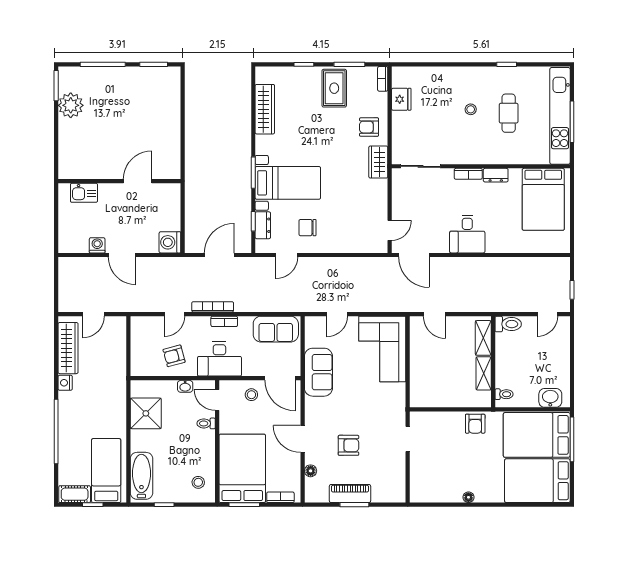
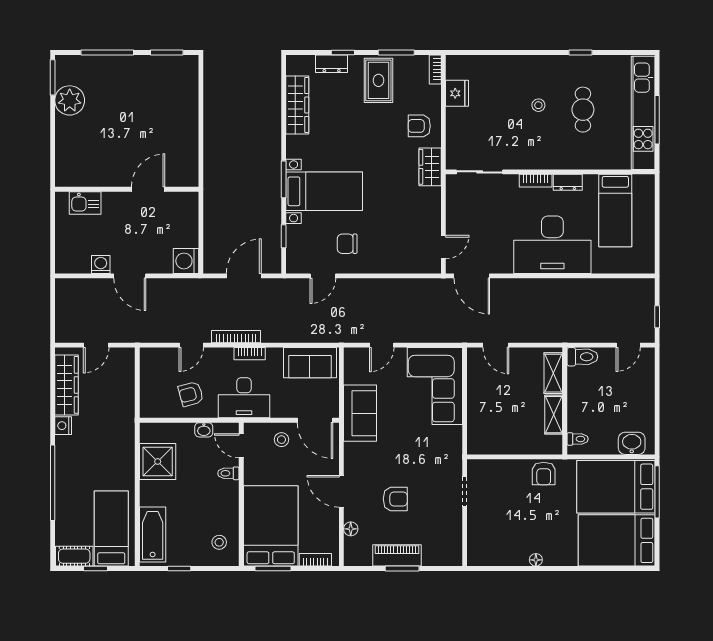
bed: (543, 199) -> (615, 211), width x0.67
dresser: (263, 225) -> (332, 64), moved, turned 90
desk: (467, 234) -> (552, 245), width x1.87, depth x1.30

